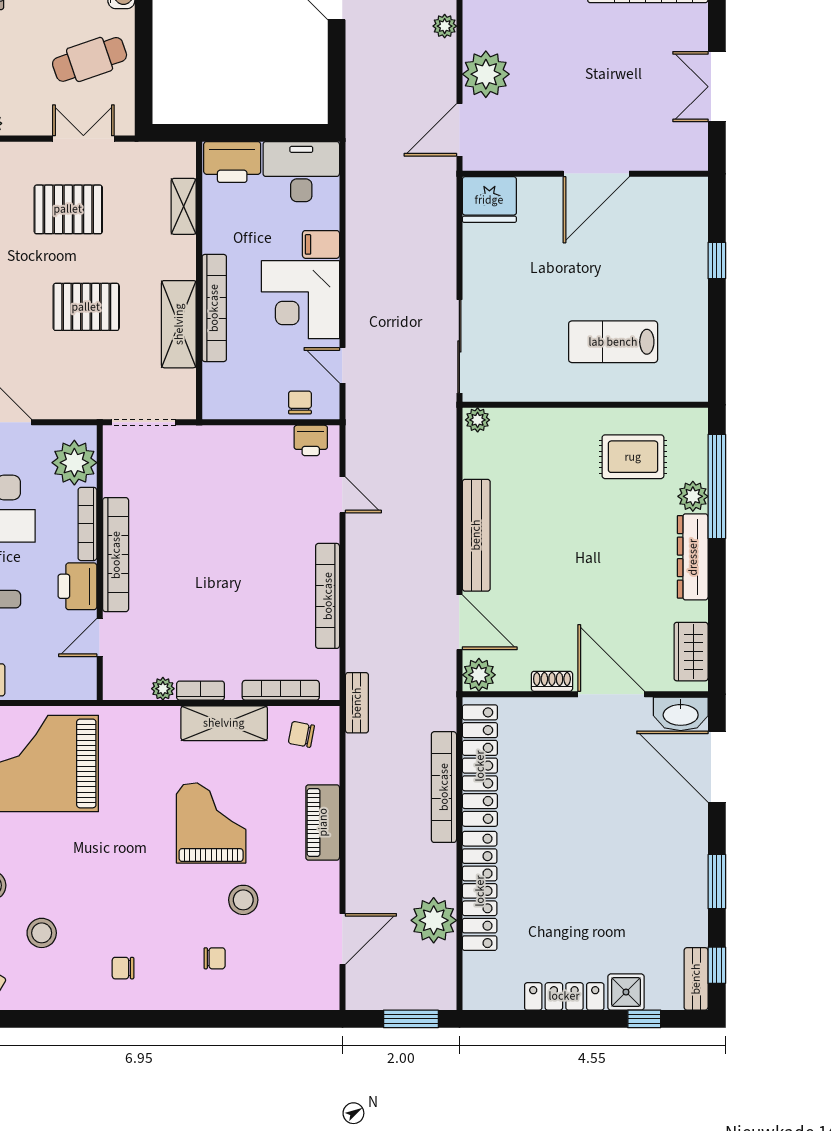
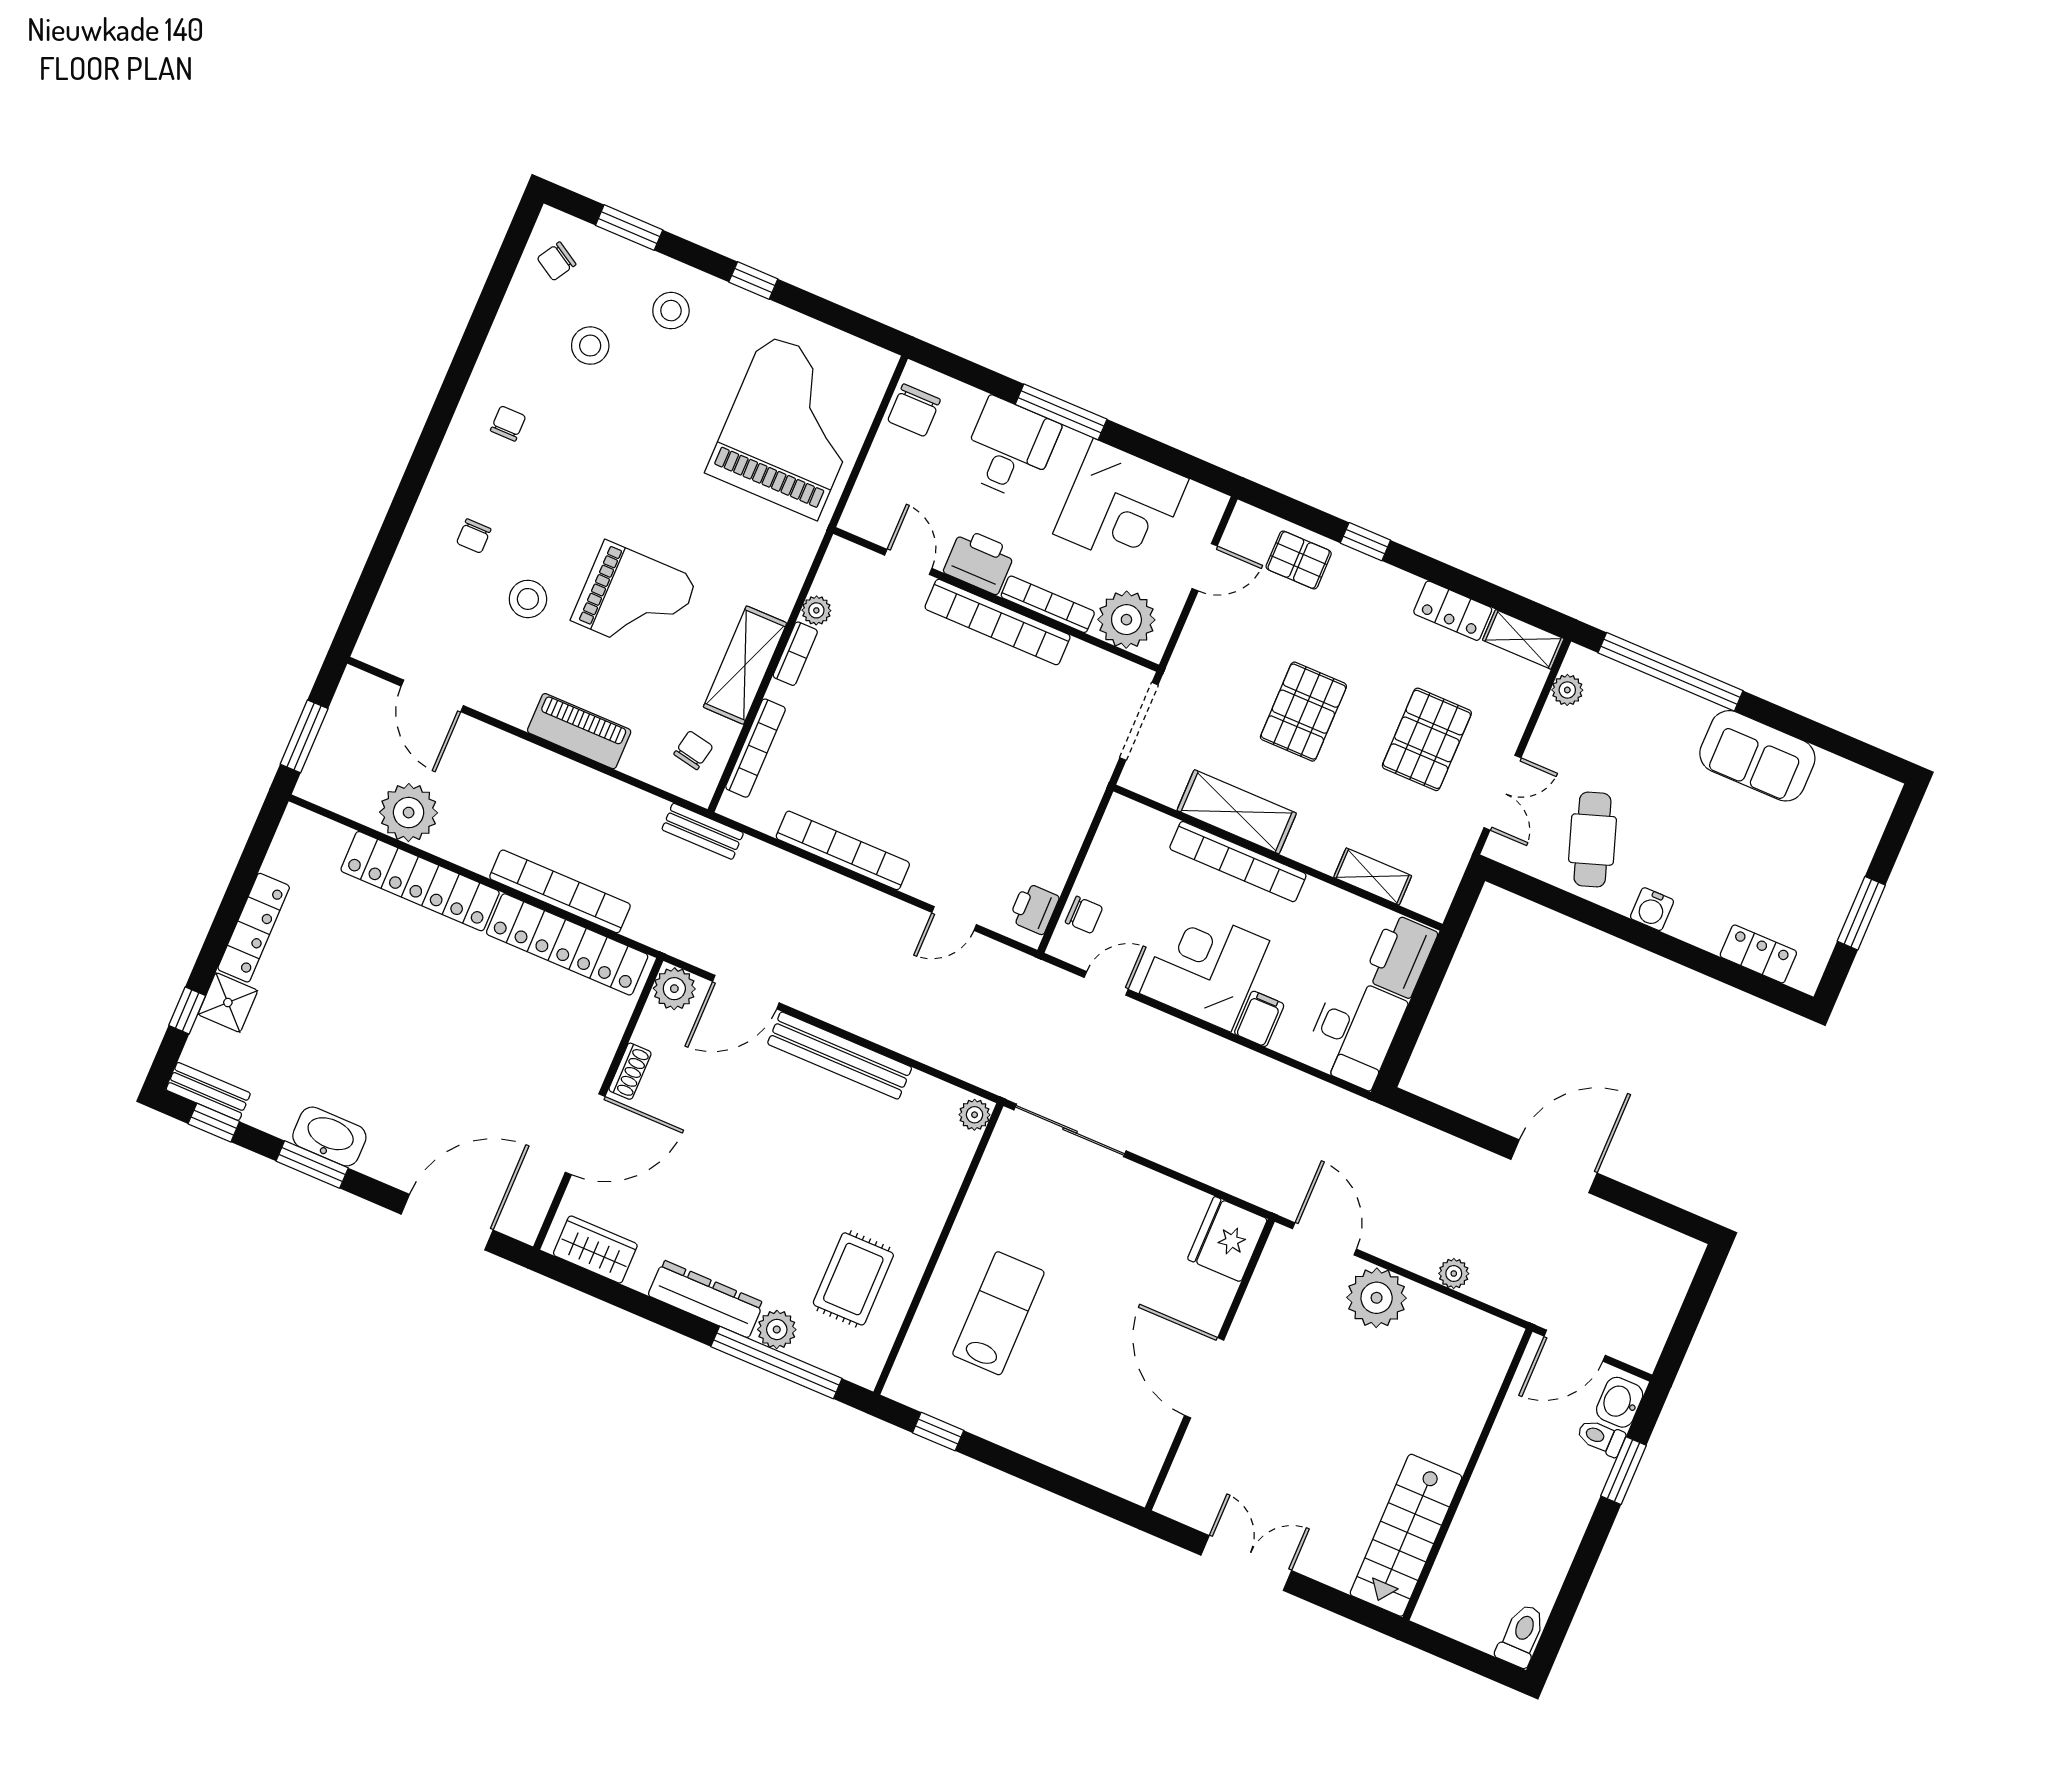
window: (717, 261) -> (938, 1432), moved
washbasin: (681, 714) -> (329, 1136), moved, turned 90

